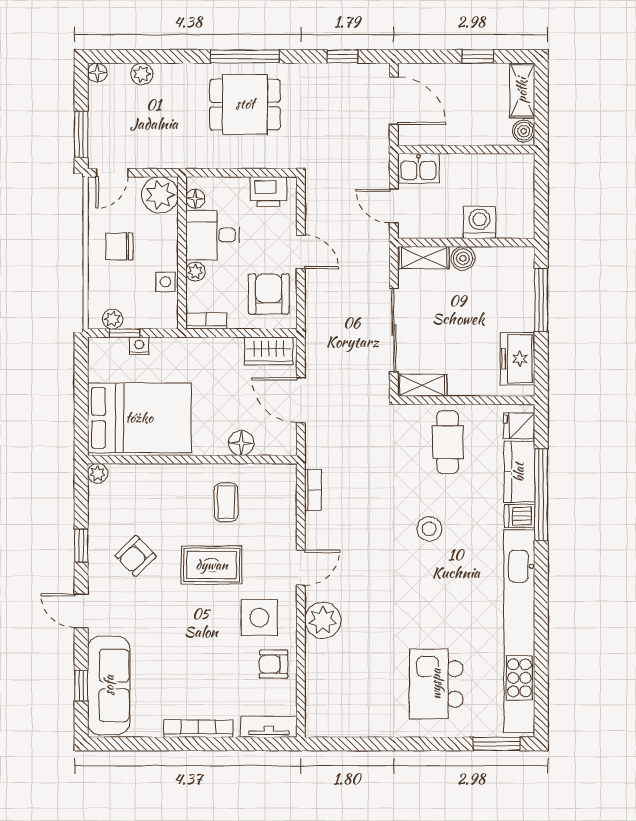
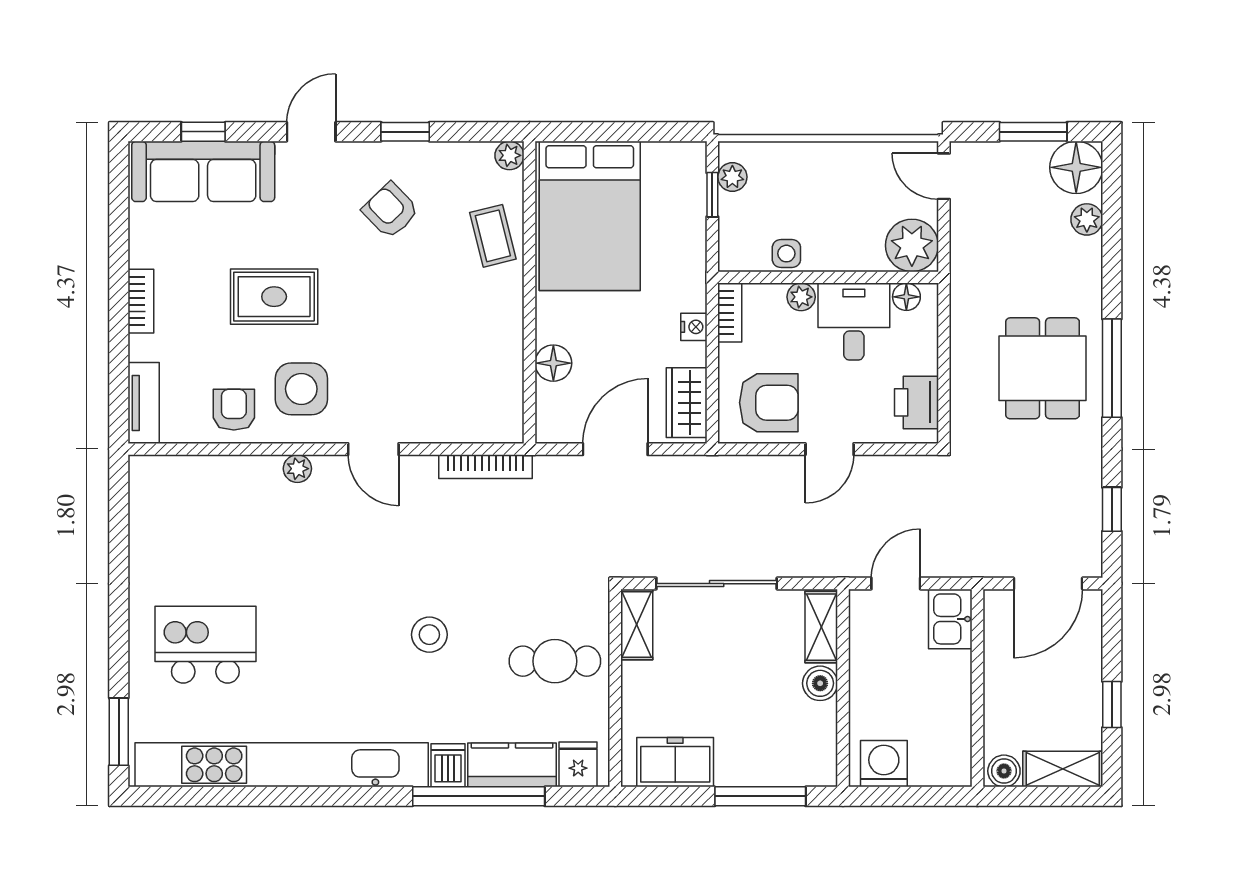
floor lamp: (97, 73) -> (1076, 167), width x1.89, depth x1.89
window: (81, 134) -> (1033, 132), moved
washing machine: (479, 223) -> (884, 764), moved, turned -90
chair: (119, 246) -> (837, 187), removed
nightstand: (139, 346) -> (694, 327), moved
bookcase: (313, 490) -> (485, 467), width x1.56
coffee table: (226, 502) -> (493, 236), moved, turned 76
rug: (212, 565) -> (274, 297), moved, turned 90
plant: (323, 620) -> (297, 469), width x0.53, depth x0.53
bookcase: (198, 729) -> (141, 301), width x0.64

